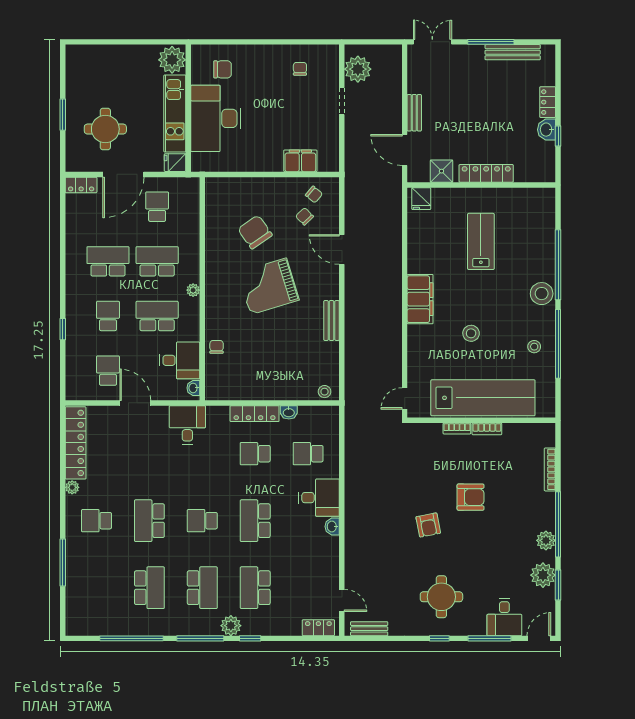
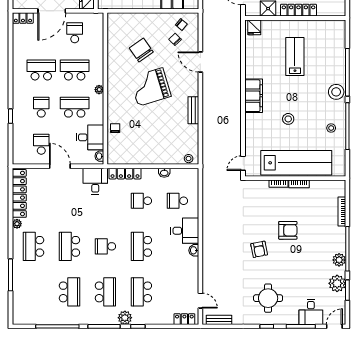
locker: (255, 414) -> (125, 174), moved
school desk: (97, 521) -> (33, 246), width x1.85

